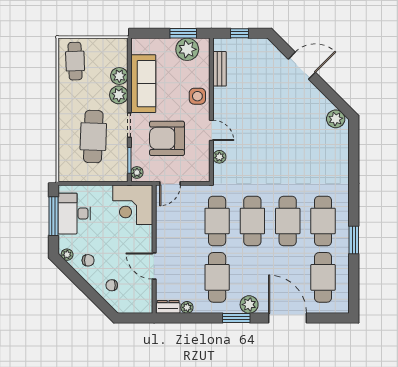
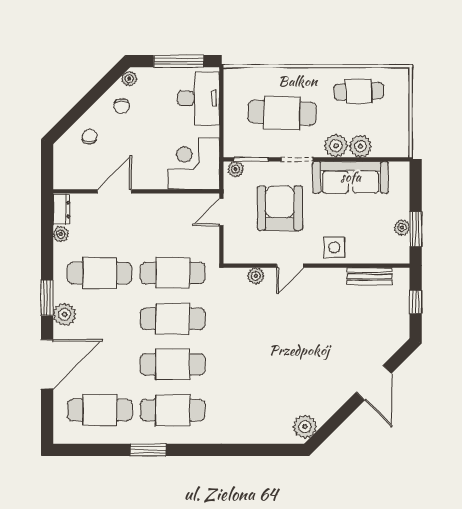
plant: (187, 49) -> (402, 227), width x0.53, depth x0.53
cafe table: (75, 61) -> (359, 91), moved
door: (170, 183) -> (221, 212), hinge flipped
desk: (74, 214) -> (198, 98), moved, turned 90

